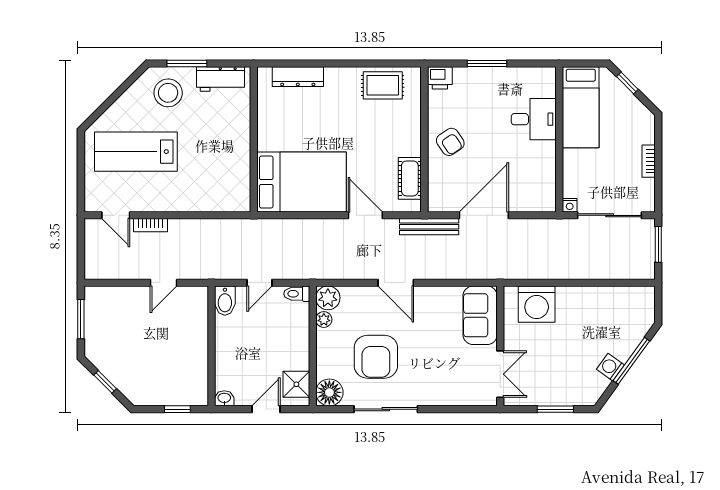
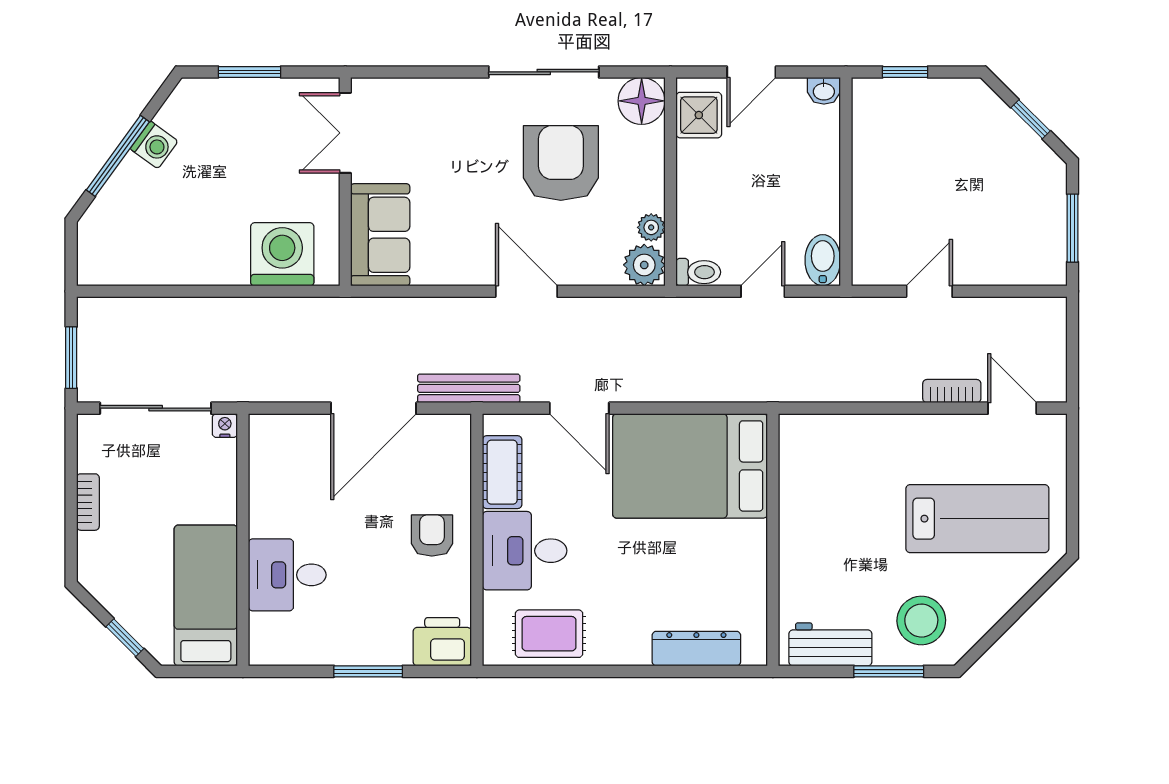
printer: (440, 78) -> (442, 642), width x1.36, depth x1.24
desk: (397, 133) -> (525, 551), added
armchair: (450, 142) -> (432, 535), turned 34

